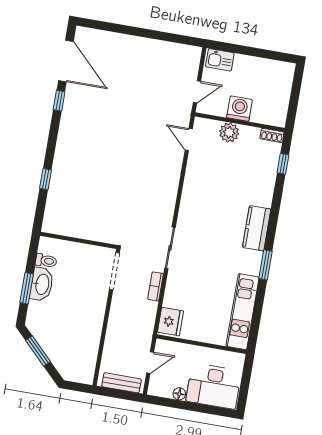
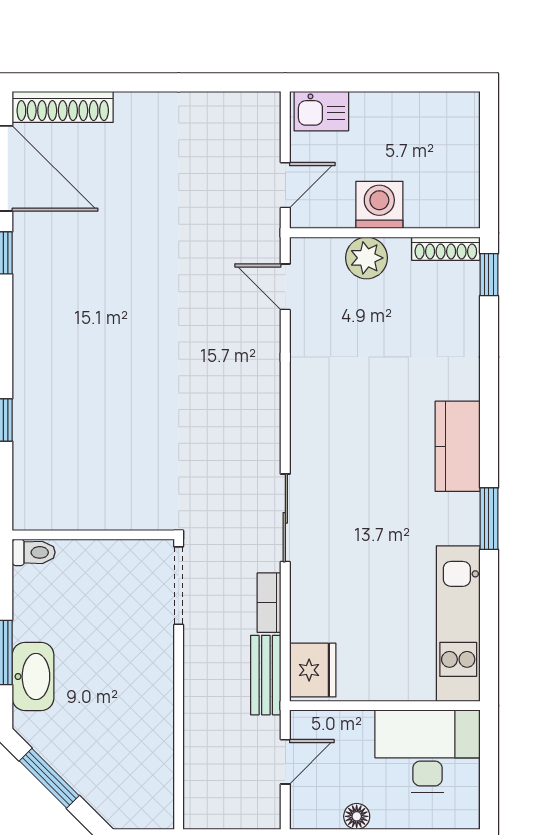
shoe rack: (99, 37) -> (63, 107), added
shoe rack: (272, 135) -> (446, 249), width x1.43
window: (283, 164) -> (489, 275), moved
toilet: (46, 261) -> (34, 552), moved
washbasin: (42, 284) -> (33, 677), moved
bench: (122, 383) -> (266, 675), moved, turned 90
desk: (214, 386) -> (428, 751), moved, turned 180

